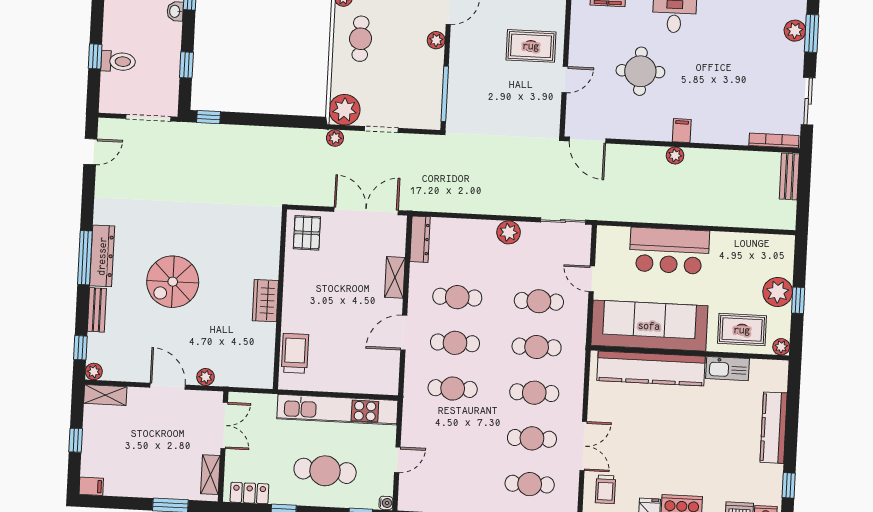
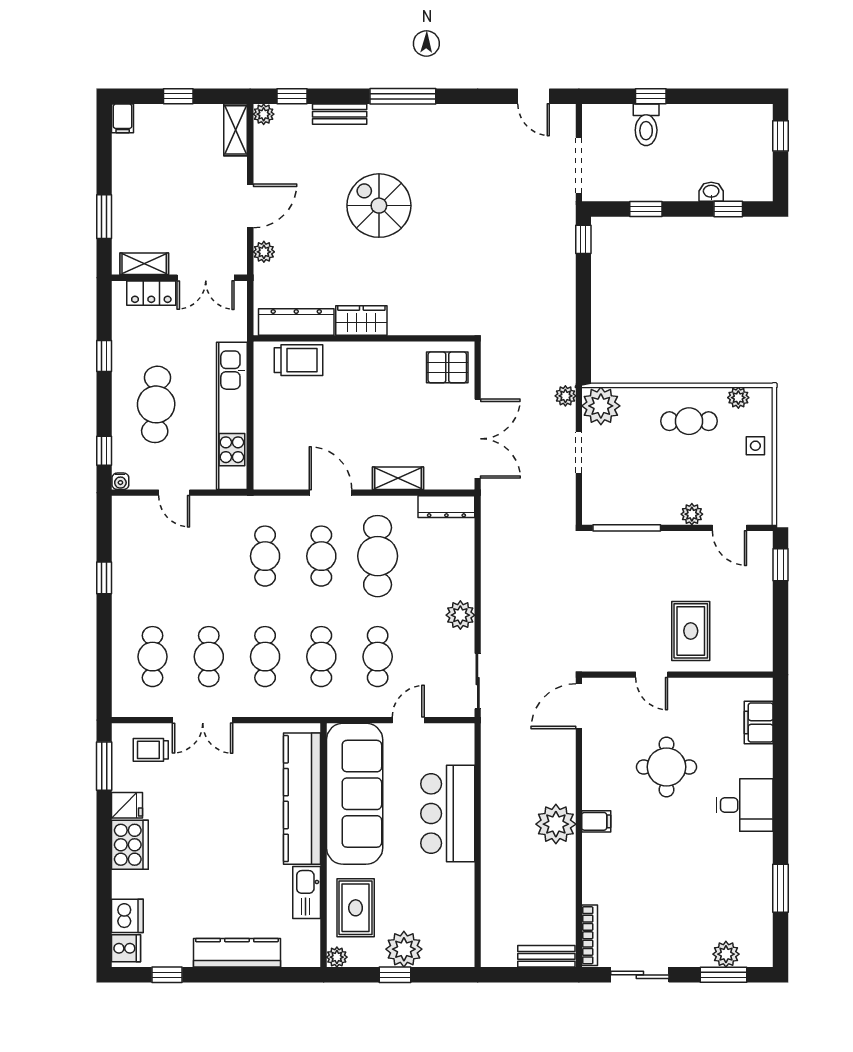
plant: (675, 155) -> (556, 824), width x1.88, depth x1.88
dresser: (102, 256) -> (296, 322), moved, turned 180
cafe table: (457, 297) -> (378, 556), width x1.37, depth x1.35
locker: (249, 493) -> (151, 293), moved, turned 90

